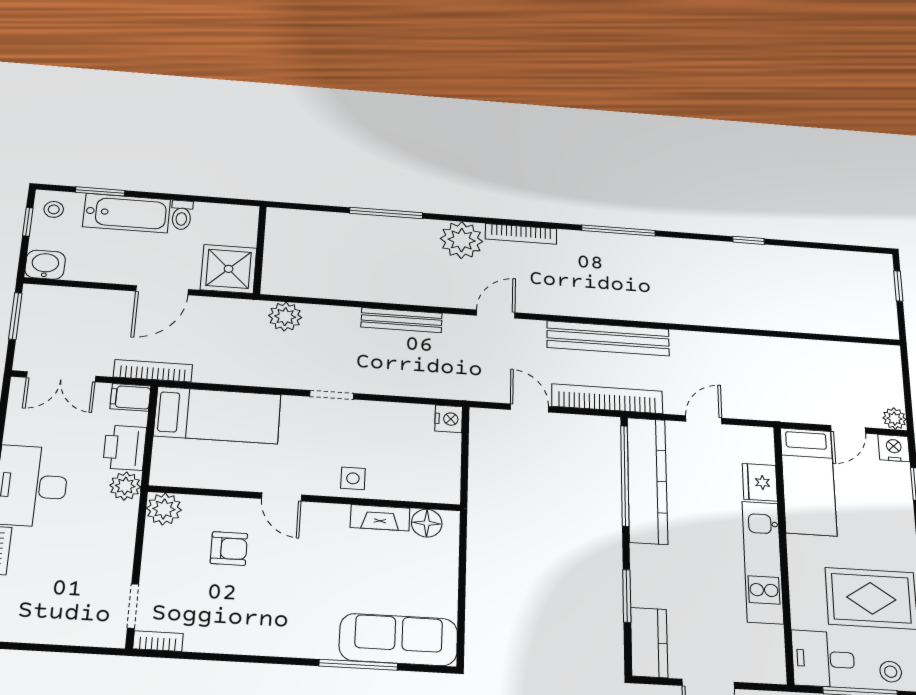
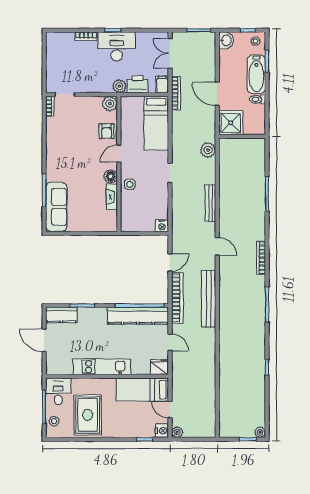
plant: (462, 240) -> (260, 432), moved, width x0.53, depth x0.53
fridge: (760, 482) -> (160, 367), moved
floor lamp: (427, 523) -> (111, 176), moved
armchair: (229, 548) -> (107, 131), moved

